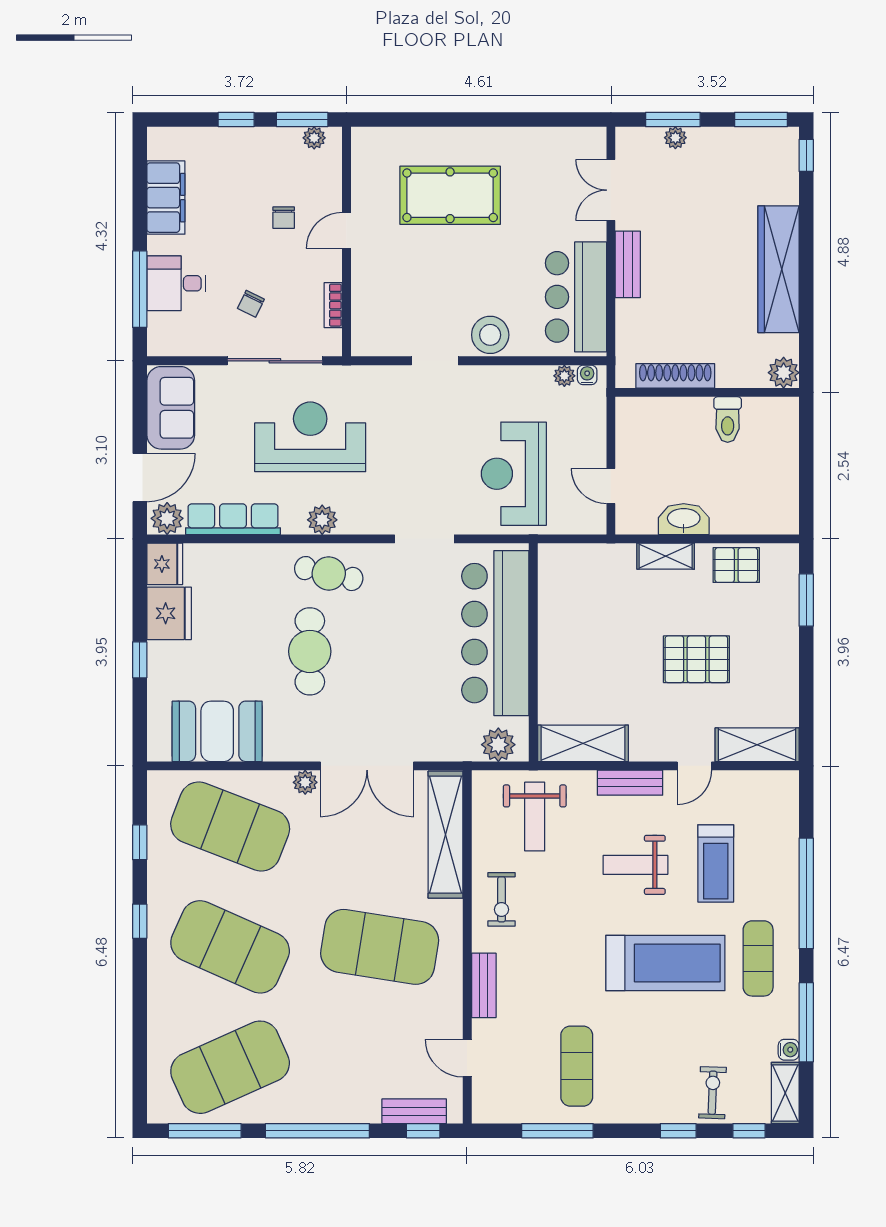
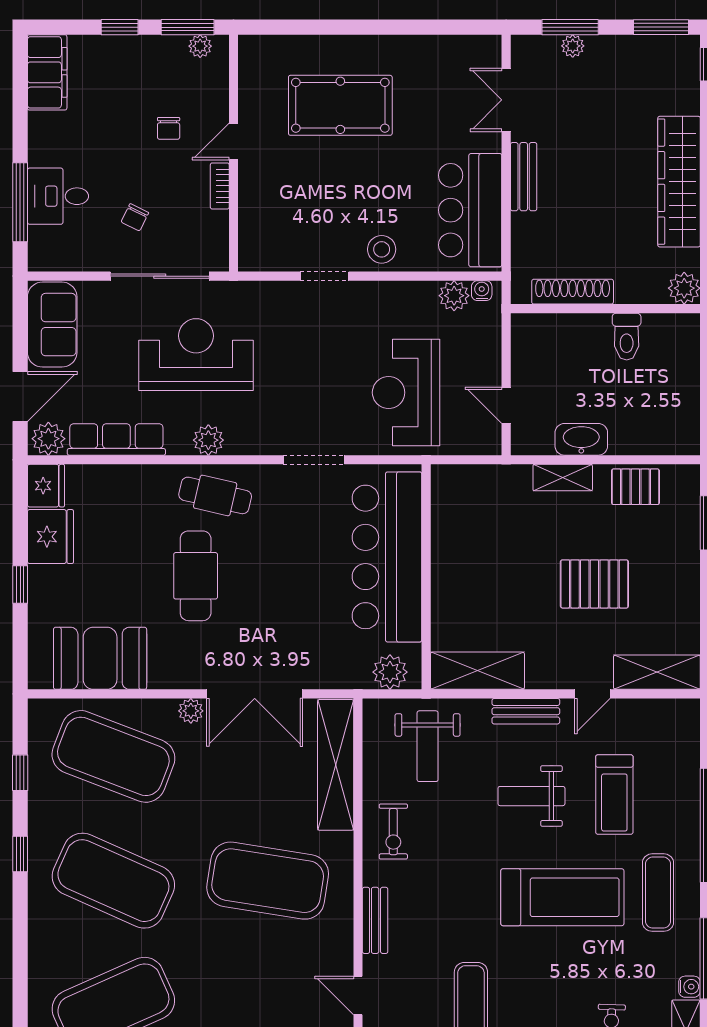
filing cabinet: (166, 198) -> (47, 72), moved
bookcase: (333, 305) -> (220, 186), moved
stool: (490, 335) -> (382, 249), width x0.73, depth x0.73
plant: (564, 376) -> (454, 296), width x1.38, depth x1.38

